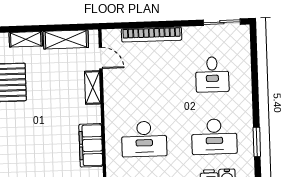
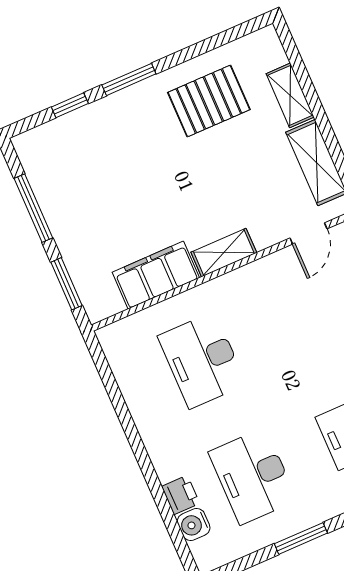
shelving: (93, 88) -> (224, 253), moved
window: (257, 142) -> (301, 538), moved

